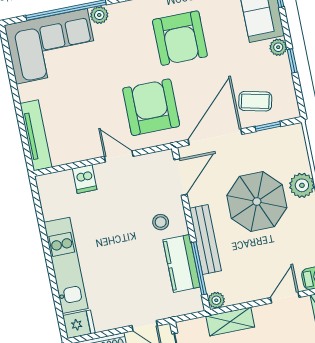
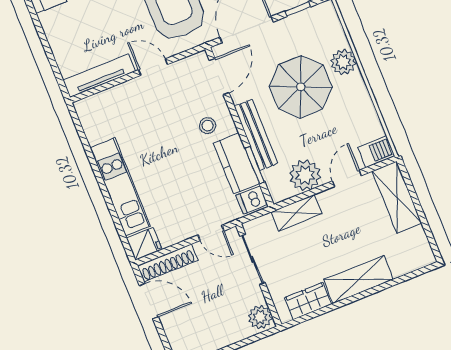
tv unit: (36, 135) -> (99, 76), moved, turned -90
dishwasher: (85, 179) -> (252, 200), moved, turned 90
window: (199, 268) -> (255, 165), width x0.69
plant: (216, 300) -> (305, 175), moved, width x1.87, depth x1.87

